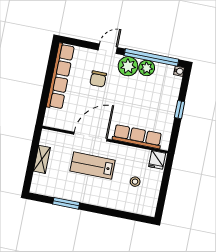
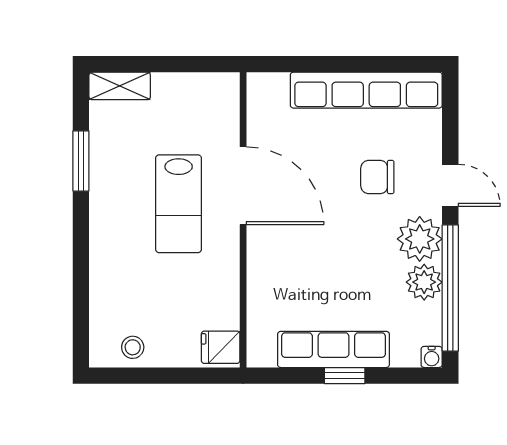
row of seats: (137, 137) -> (333, 349), moved, turned -90
shelving: (42, 159) -> (120, 86), moved
lab bench: (93, 166) -> (179, 204), turned 180
stool: (135, 182) -> (133, 347), moved

